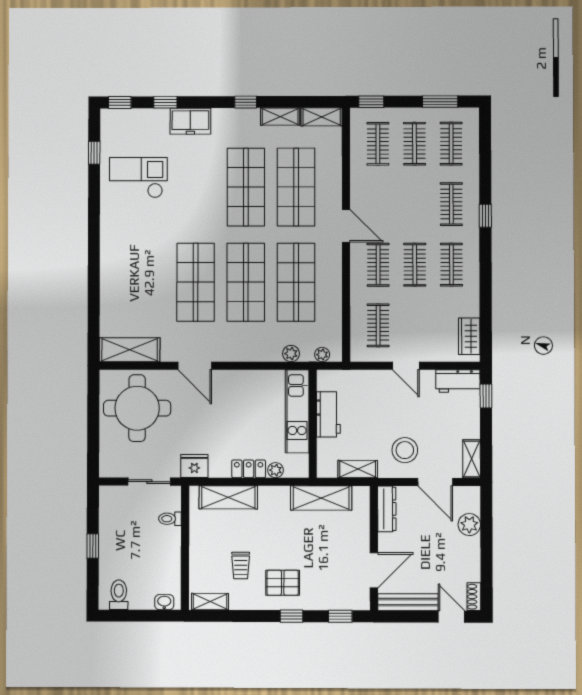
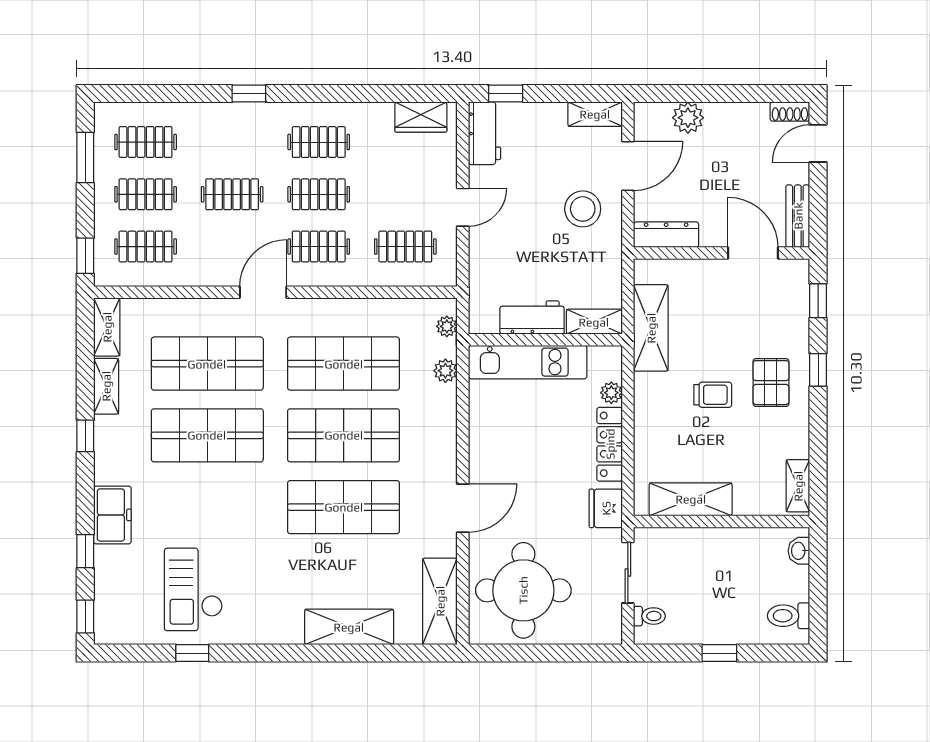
window: (94, 153) -> (192, 653), moved
clothes rail: (451, 204) -> (232, 194), moved
shelving: (112, 286) -> (349, 627), added
locker: (249, 469) -> (610, 444), width x1.53
shelving: (358, 469) -> (594, 322), moved, turned 90
shelving: (228, 497) -> (691, 499), moved, turned 90
toilet: (170, 519) -> (649, 616), moved, turned -90
trolley: (241, 565) -> (713, 395), moved
bench: (408, 602) -> (798, 216), width x0.73

